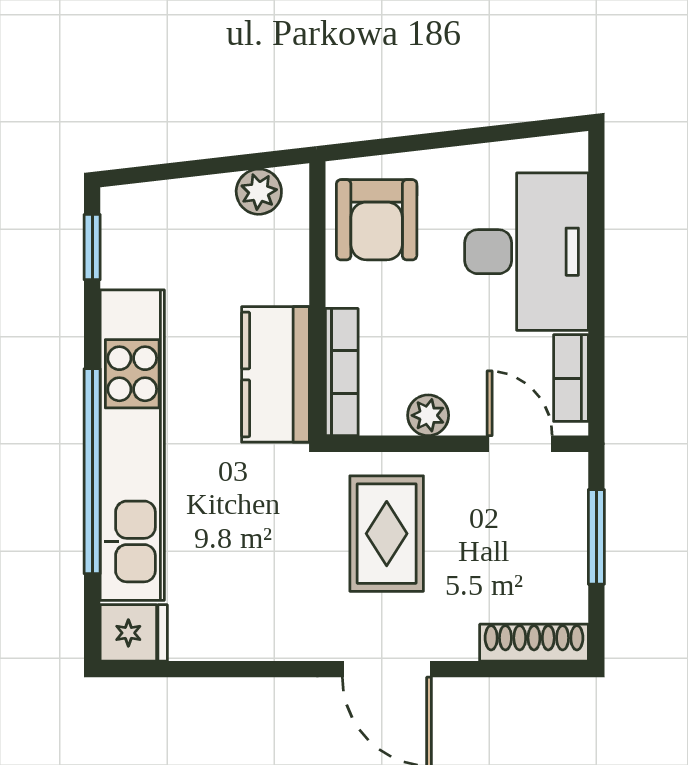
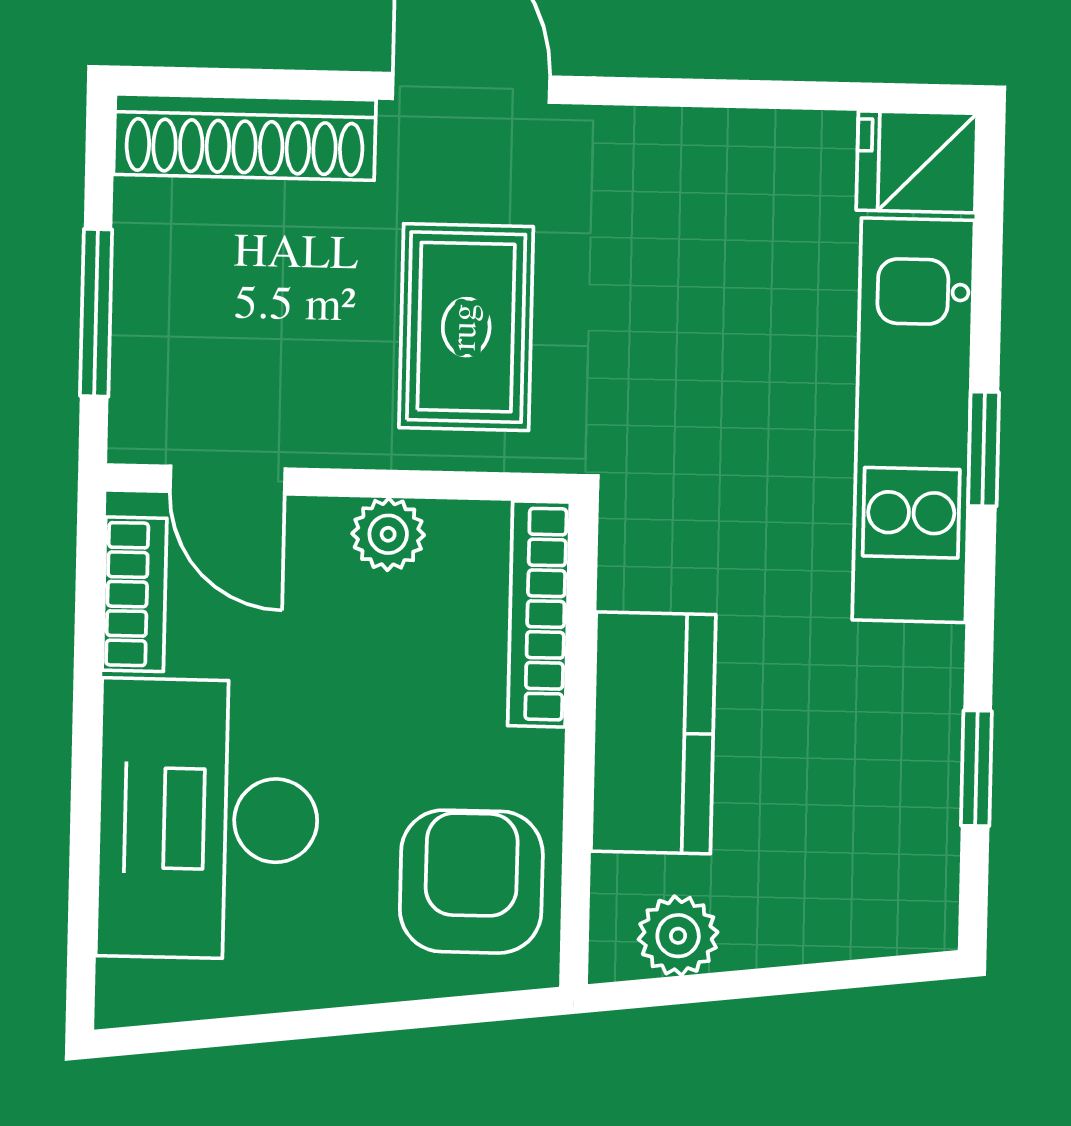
window: (92, 247) -> (976, 768), moved
kitchen counter: (275, 374) -> (653, 733), moved
kitchen unit: (132, 445) -> (913, 420), width x0.73
window: (92, 471) -> (984, 449), width x0.32
shoe rack: (534, 643) -> (245, 137), width x1.36, depth x1.24

